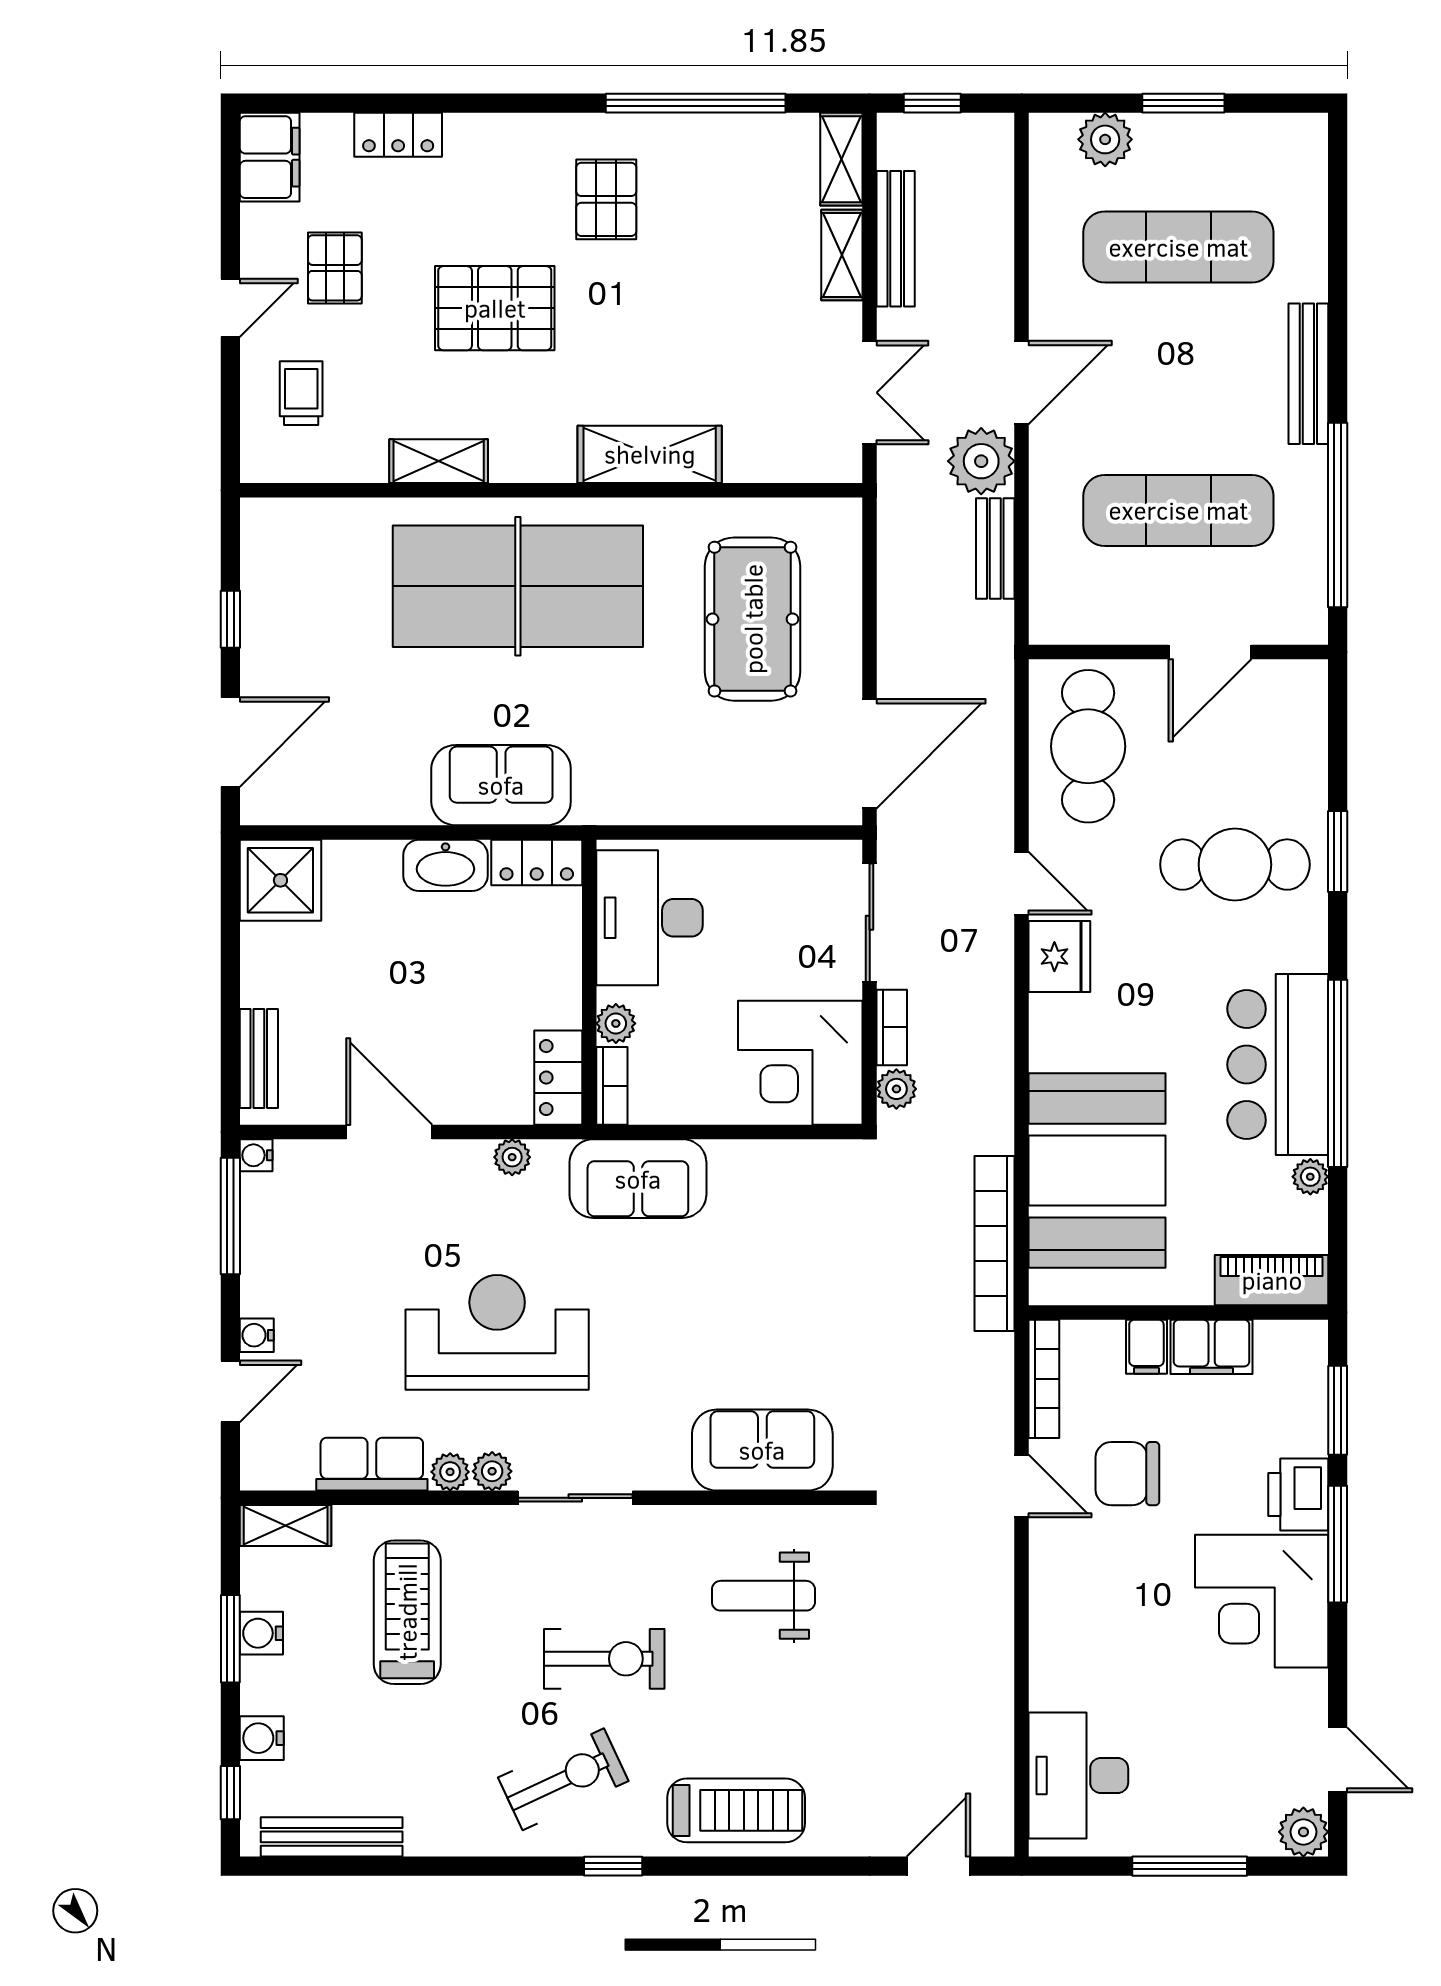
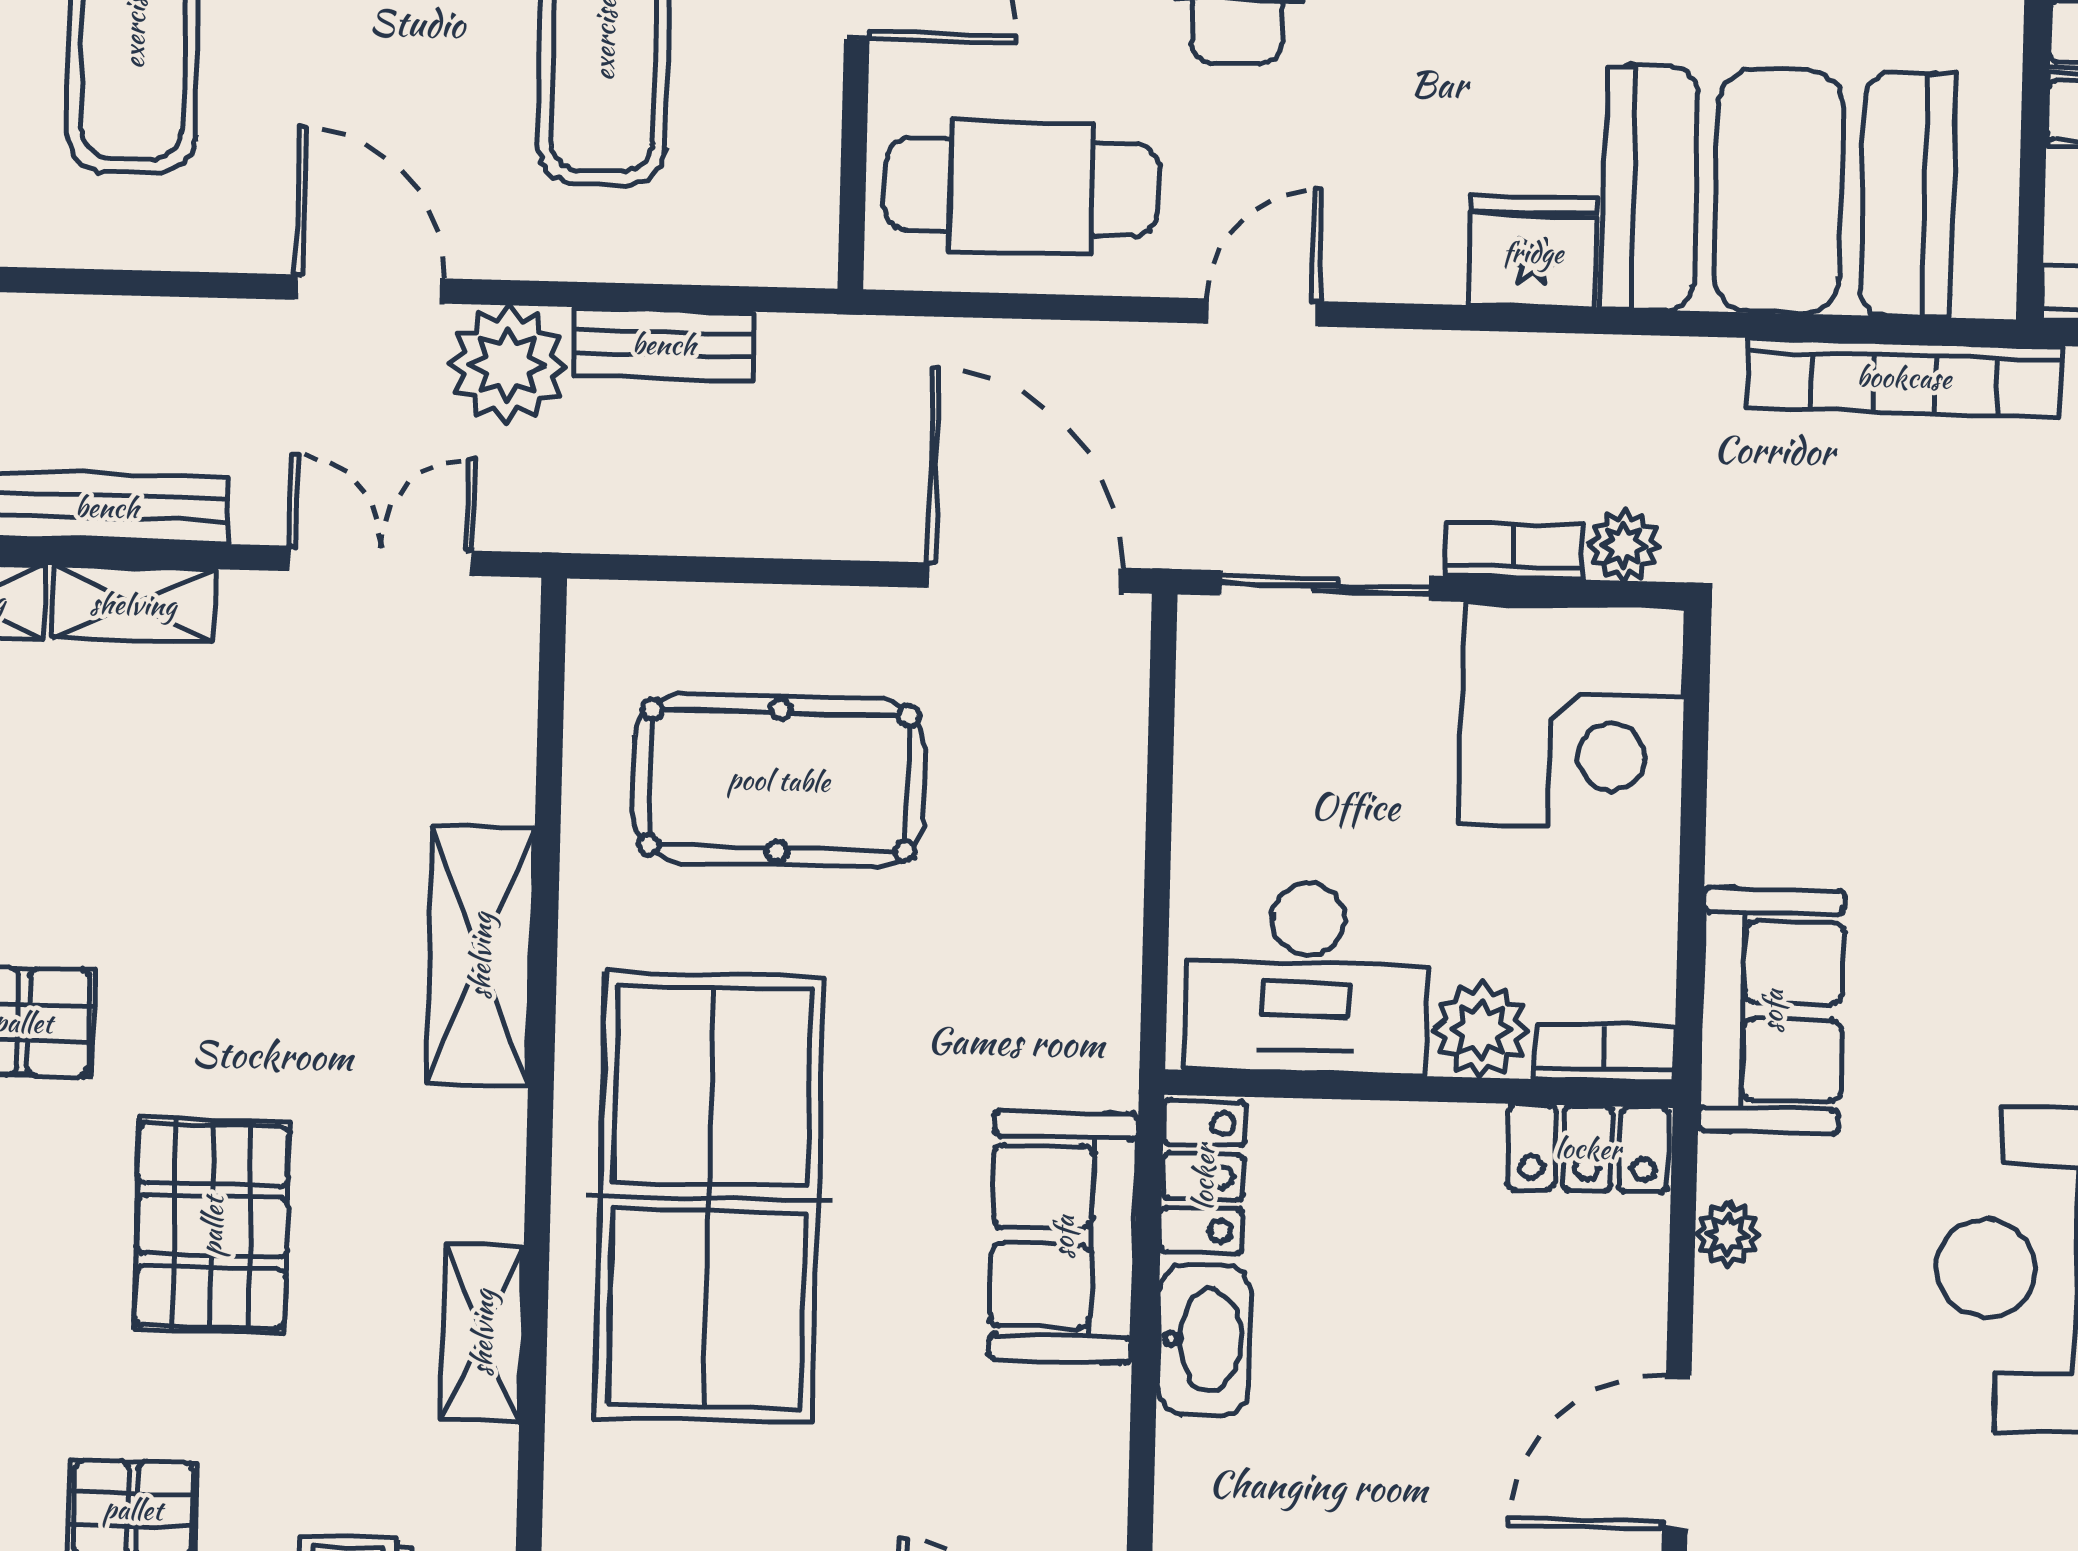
fridge: (1059, 957) -> (1533, 252), moved
plant: (616, 1023) -> (1481, 1030), width x1.38, depth x1.38

